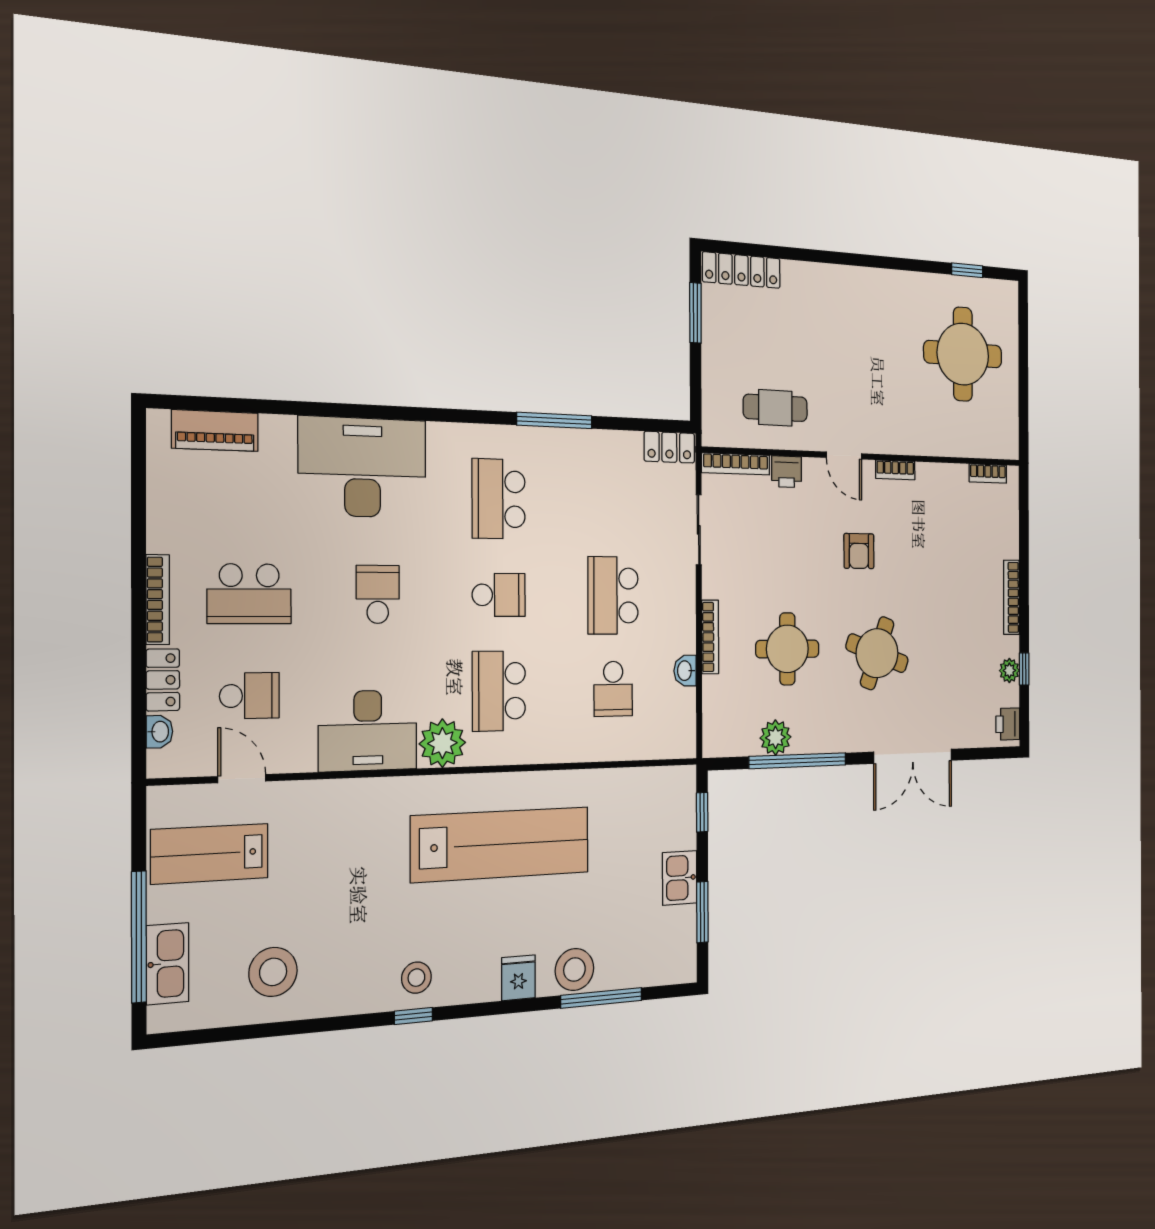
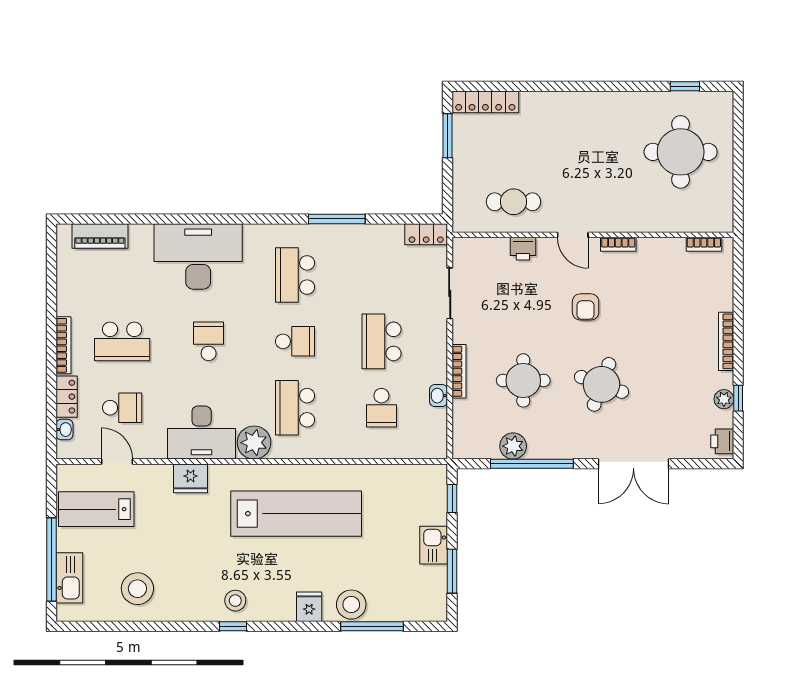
bookcase: (736, 464) -> (480, 244), removed
fridge: (352, 800) -> (191, 478), added

